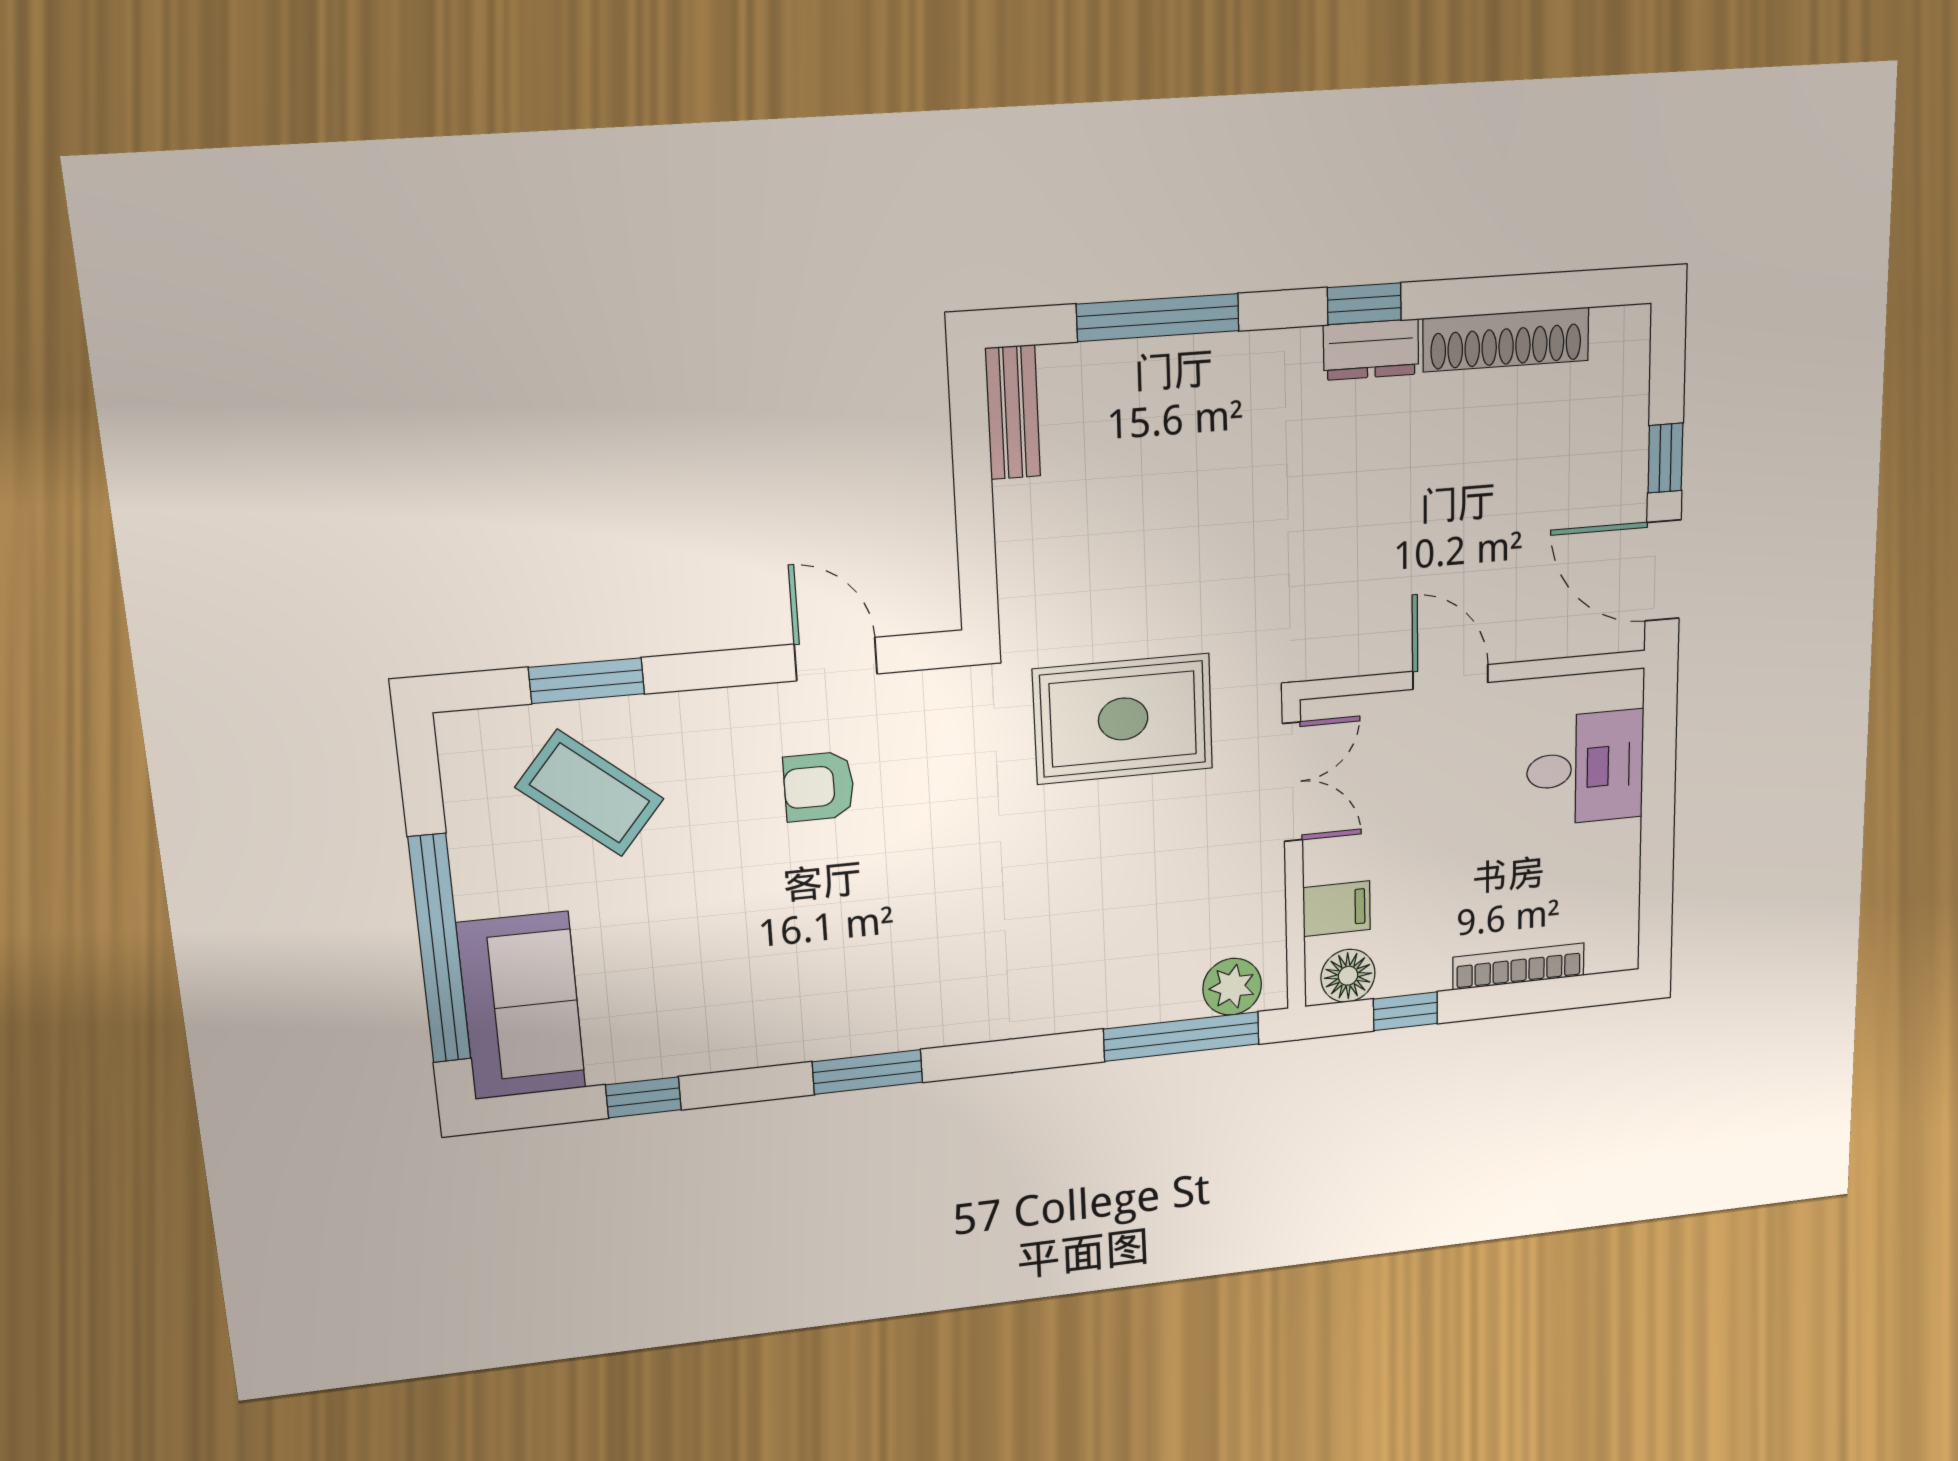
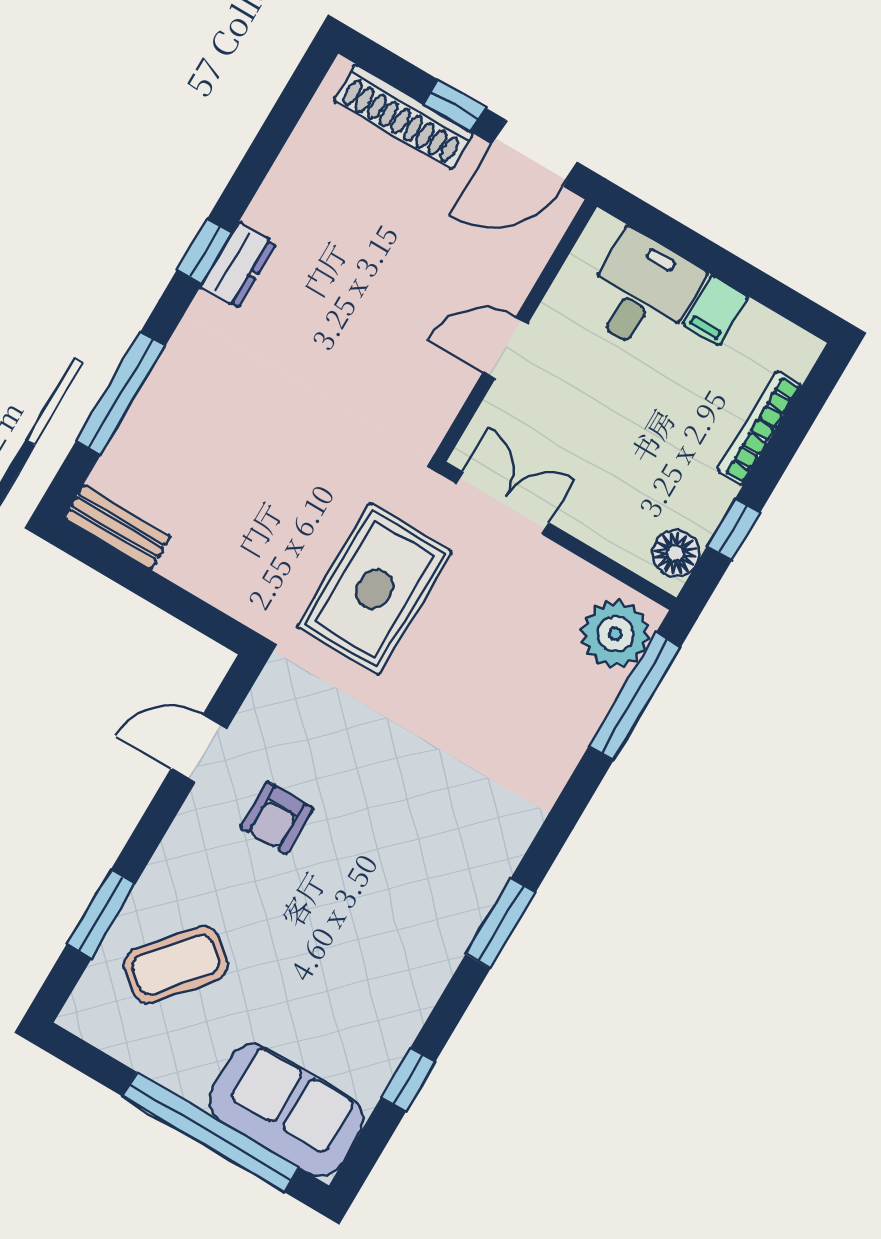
shoe rack: (1506, 340) -> (403, 117), moved, turned 90
filing cabinet: (1337, 909) -> (716, 310), moved, turned 180
plant: (1232, 987) -> (615, 634), width x1.36, depth x1.36

